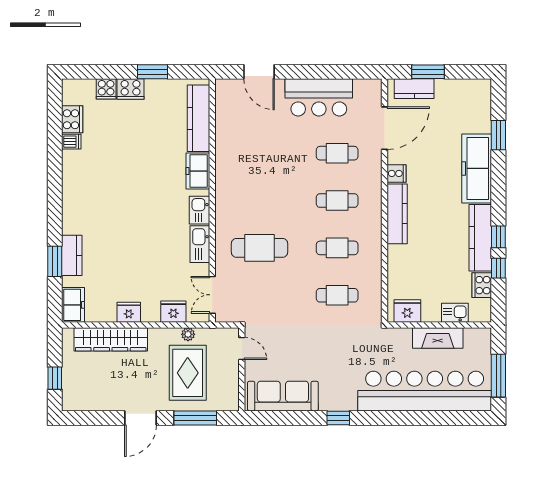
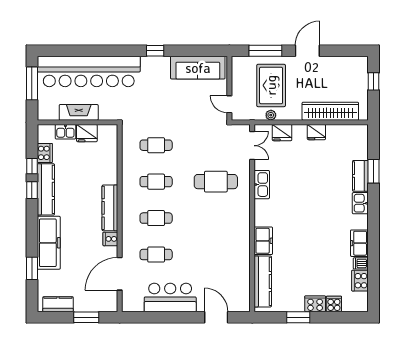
kitchen counter: (414, 89) -> (58, 304), moved
kitchen sink: (199, 210) -> (360, 203), moved, turned 180
freezer: (73, 305) -> (359, 243), moved
fridge: (407, 311) -> (87, 133), moved

